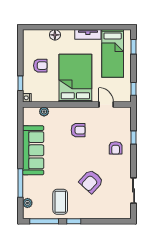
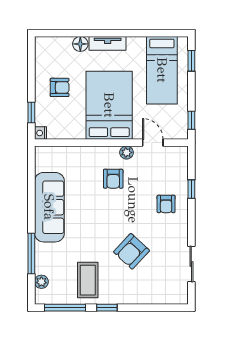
tv unit: (88, 34) -> (108, 43), moved
plant: (44, 112) -> (127, 152), moved
armchair: (78, 130) -> (113, 179), turned 90

